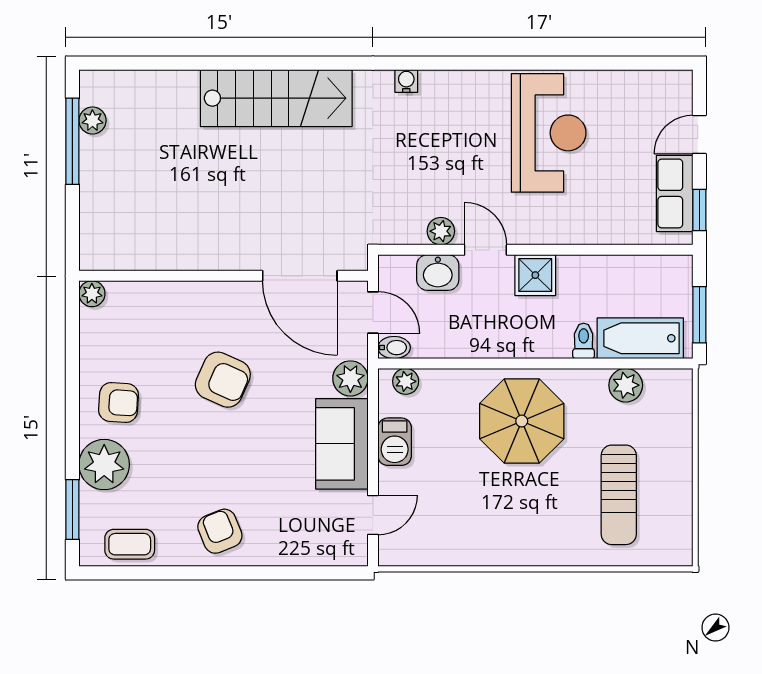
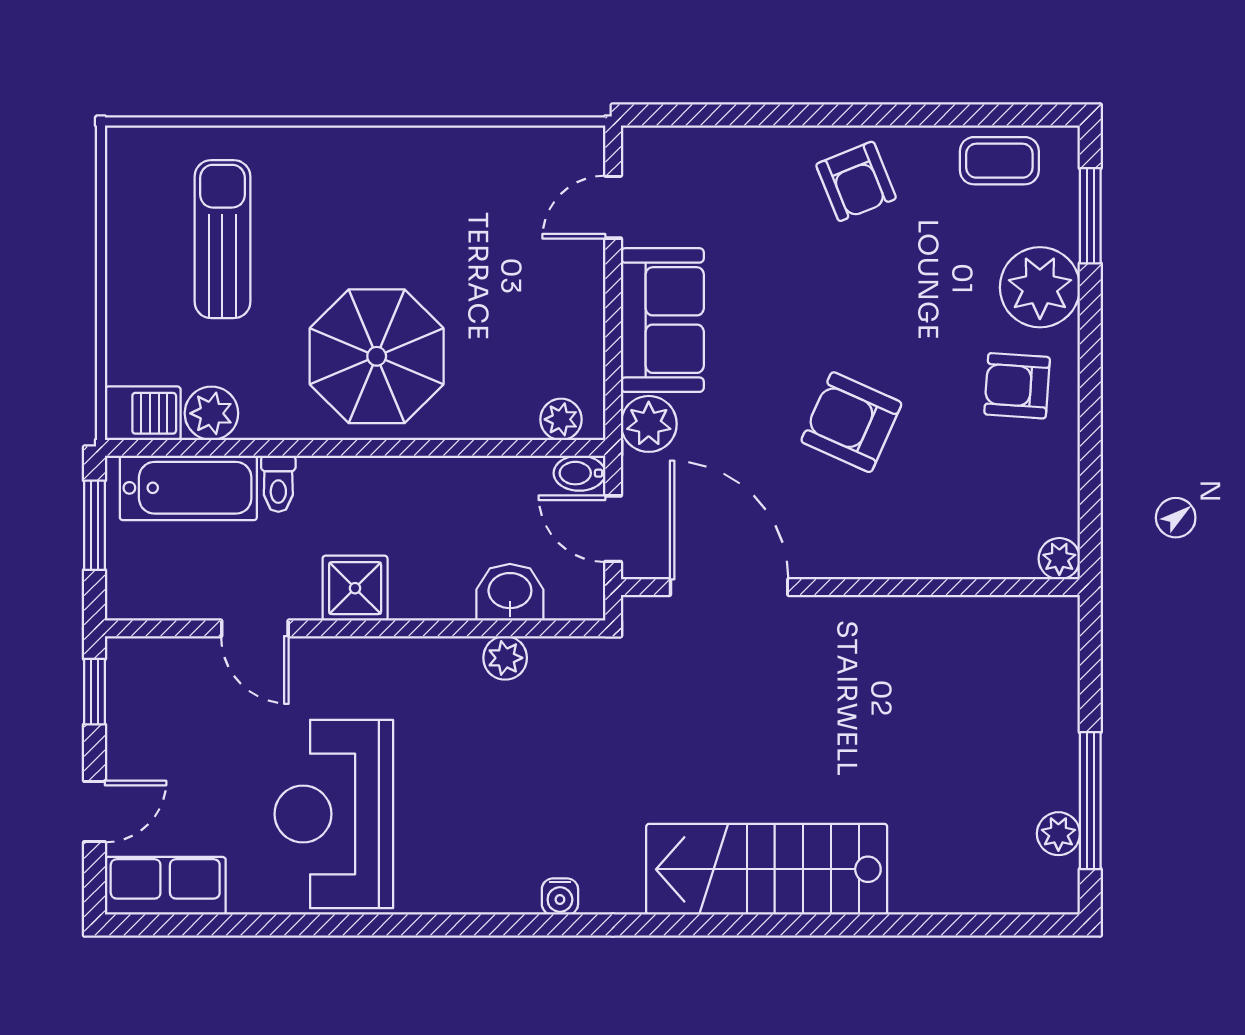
row of seats: (675, 193) -> (165, 886), moved, turned -90
door: (485, 250) -> (255, 628), moved
barbecue: (395, 442) -> (143, 413), moved, turned 90

